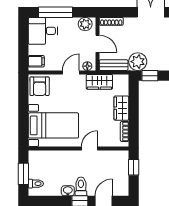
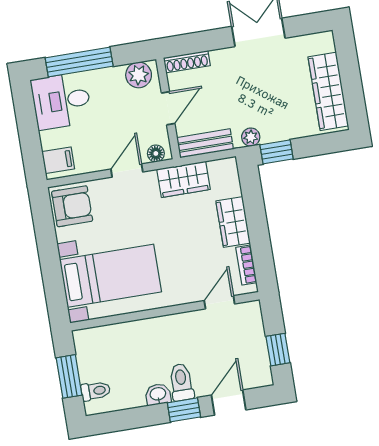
door: (97, 44) -> (168, 108), hinge flipped
plant: (138, 62) -> (251, 137), width x0.53, depth x0.53
armchair: (40, 86) -> (72, 206), turned -90
door: (89, 148) -> (219, 302), moved
window: (134, 167) -> (278, 350), moved

